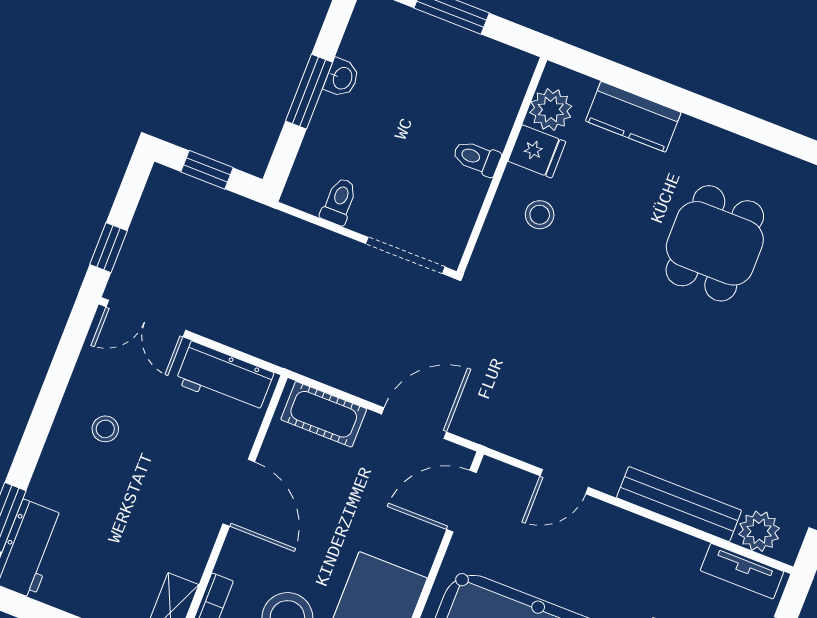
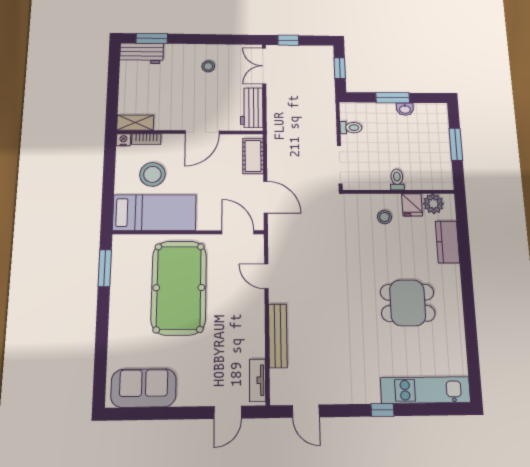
plant: (759, 531) -> (280, 381), removed

